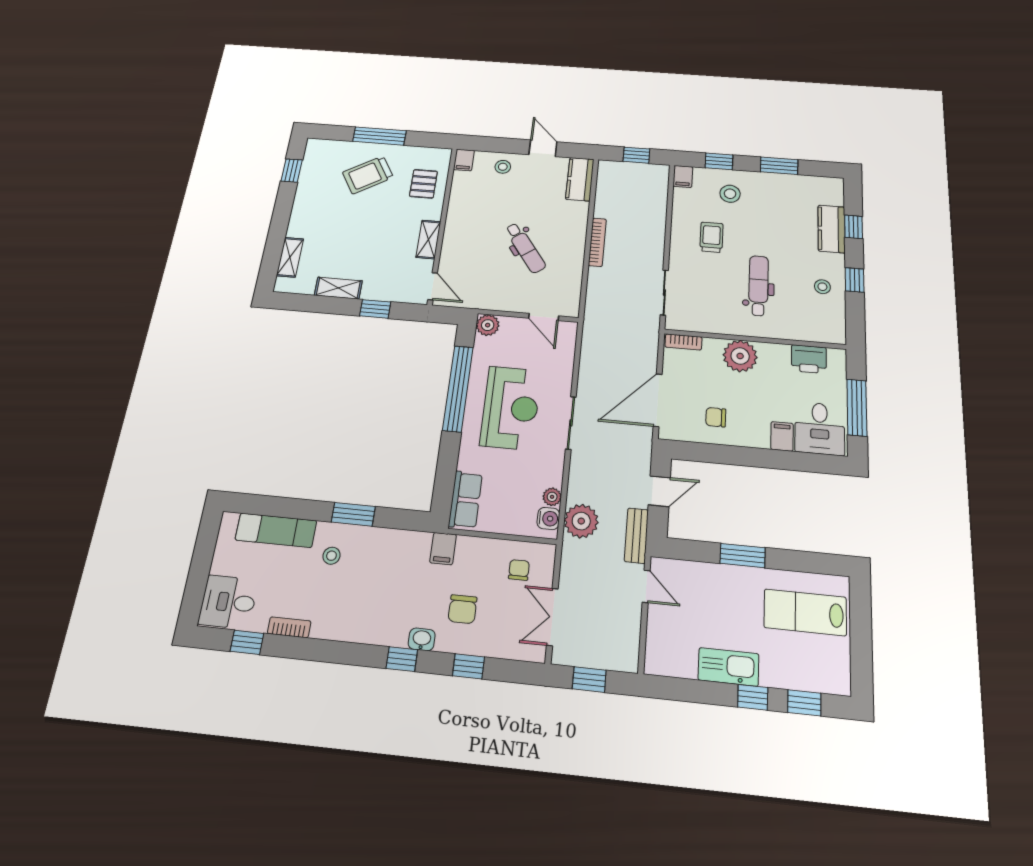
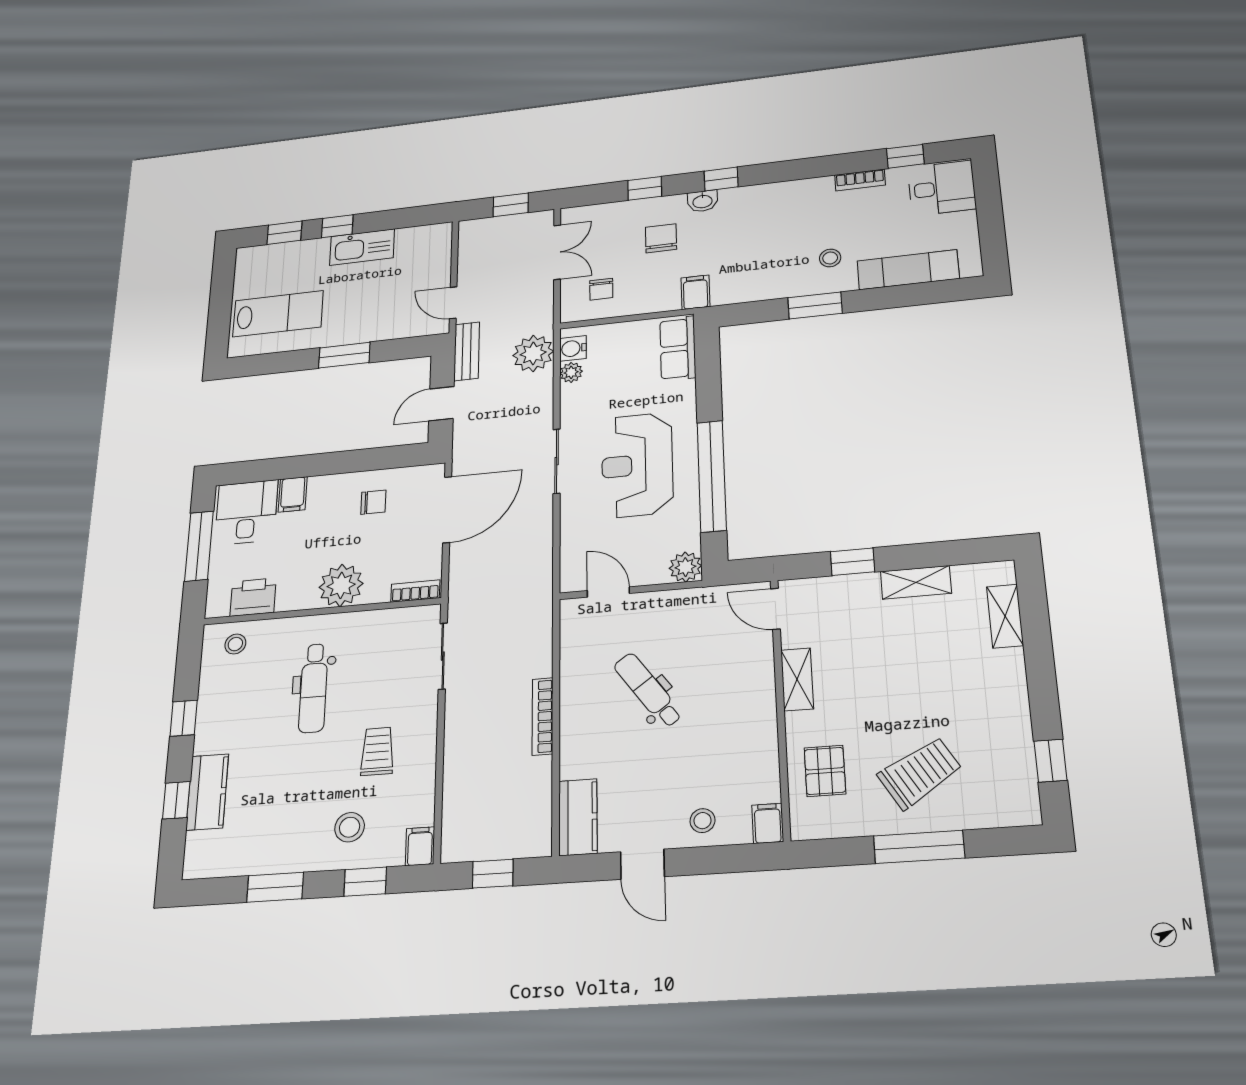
trolley: (712, 237) -> (377, 751), turned 180
stool: (822, 287) -> (235, 644), moved

